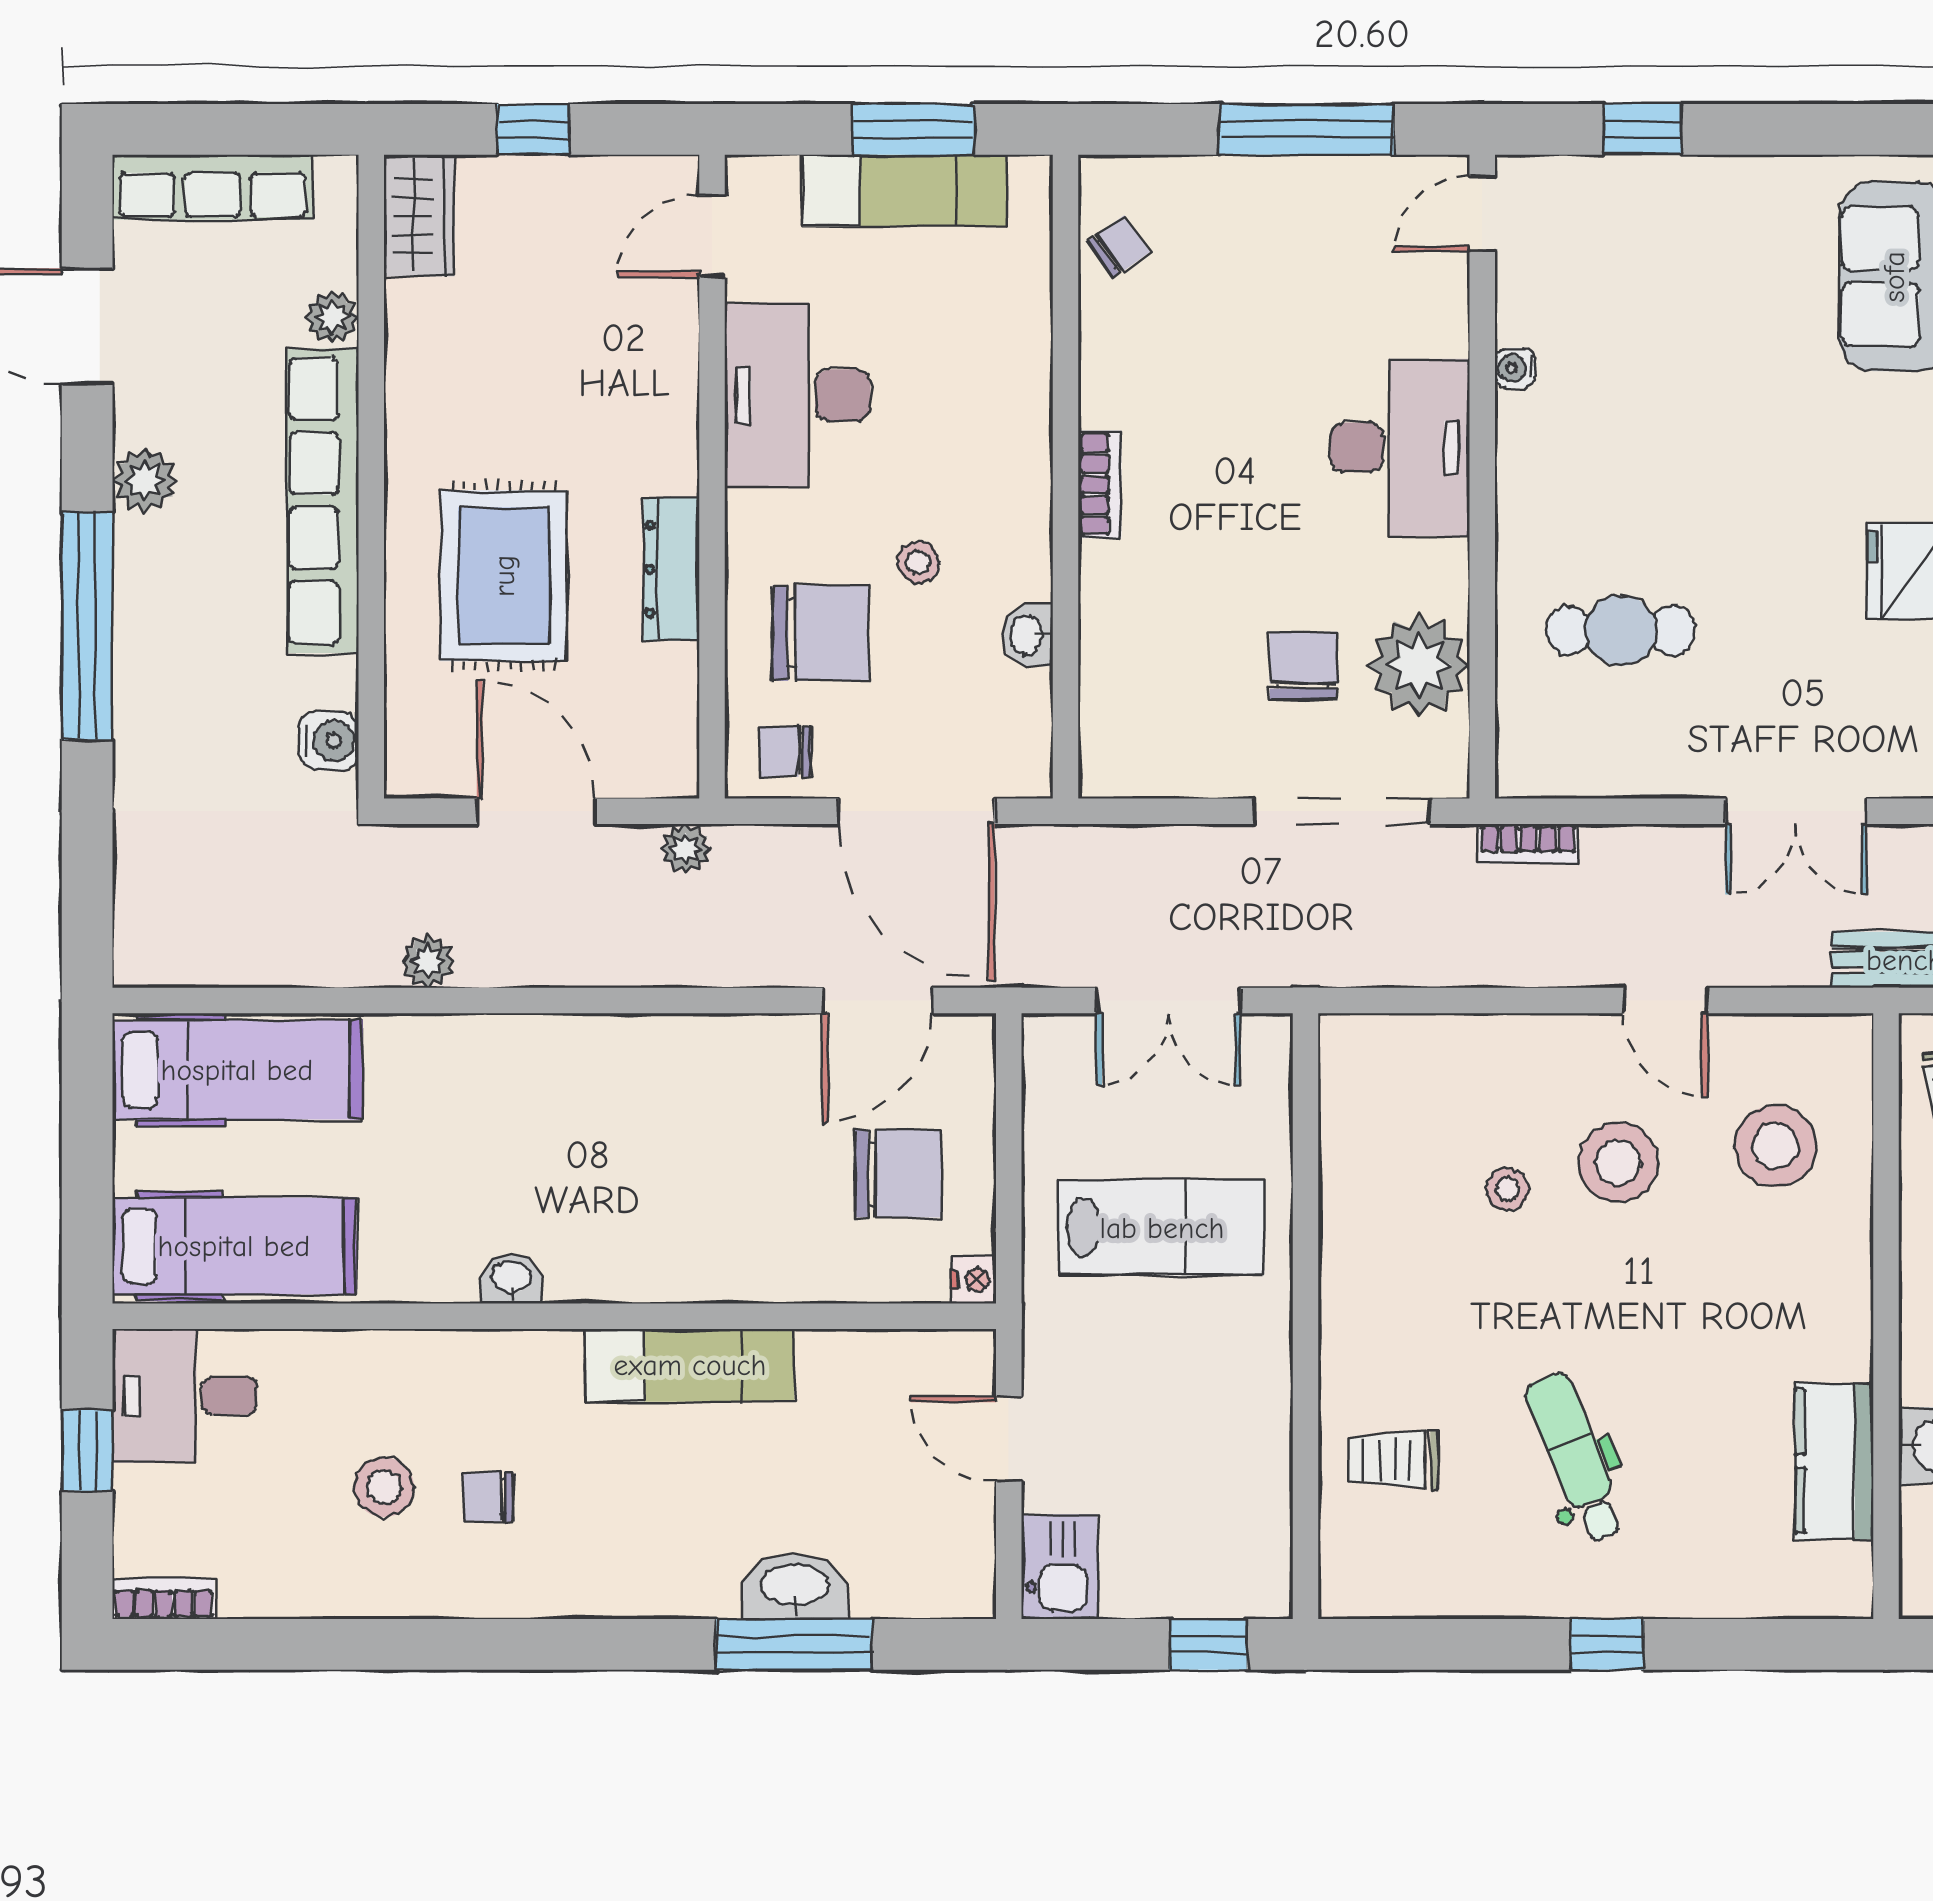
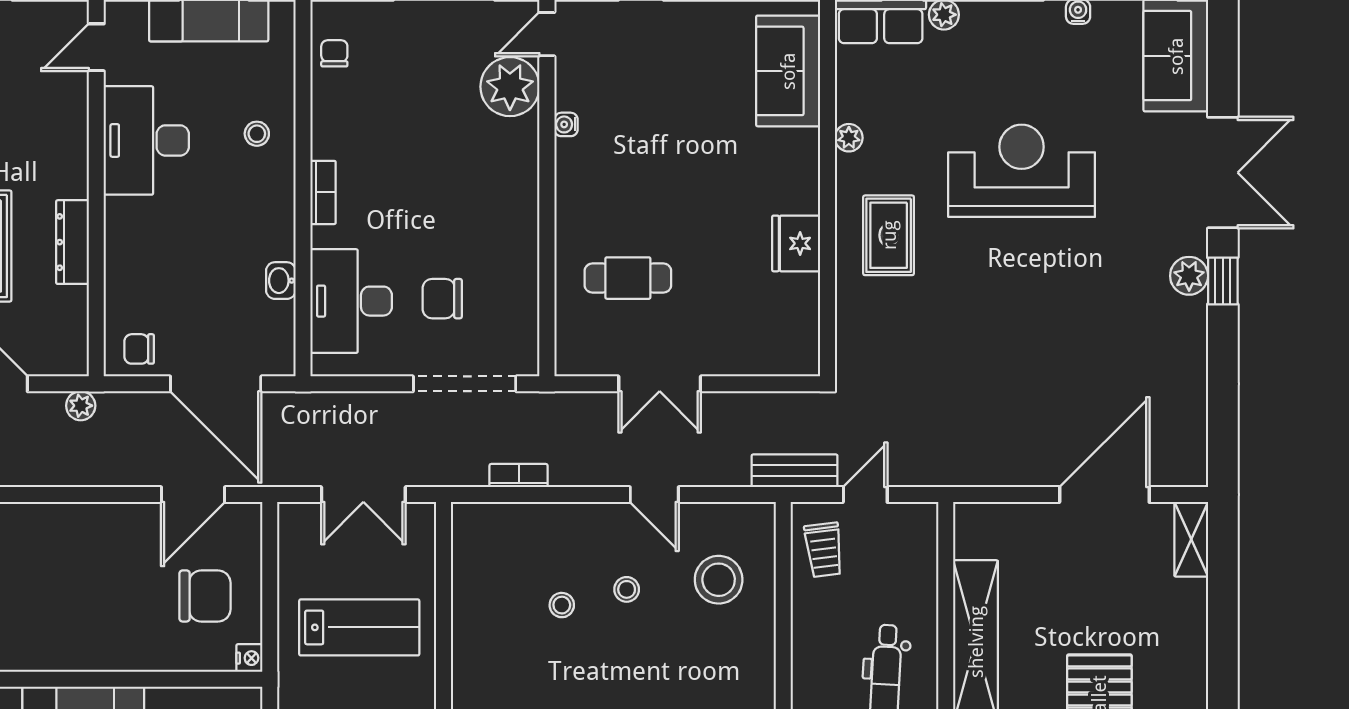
chair: (1119, 246) -> (334, 53), turned -55
desk: (1400, 447) -> (351, 301), moved, turned 180
stool: (918, 562) -> (257, 134), moved
chair: (821, 633) -> (160, 279), removed
plant: (1419, 665) -> (510, 87), moved
chair: (1303, 666) -> (442, 299), turned -90
double door: (1796, 811) -> (660, 384), moved
bookcase: (1528, 844) -> (519, 476), moved, turned 180
stool: (1618, 1163) -> (627, 589), width x0.53, depth x0.53

